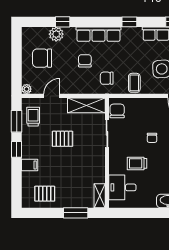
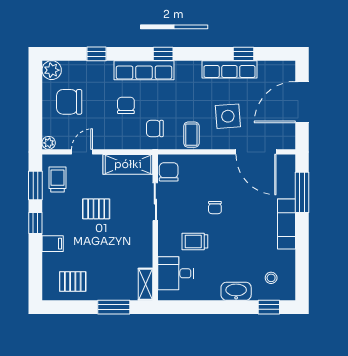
window: (129, 22) -> (163, 54), moved
plant: (56, 34) -> (52, 70), moved

